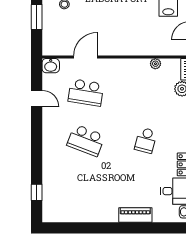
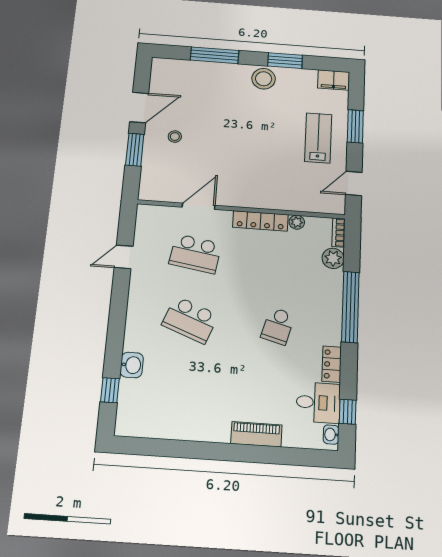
locker: (130, 65) -> (260, 221), added
washbasin: (51, 66) -> (132, 365), moved, turned -90
door: (37, 99) -> (124, 257), swing flipped

